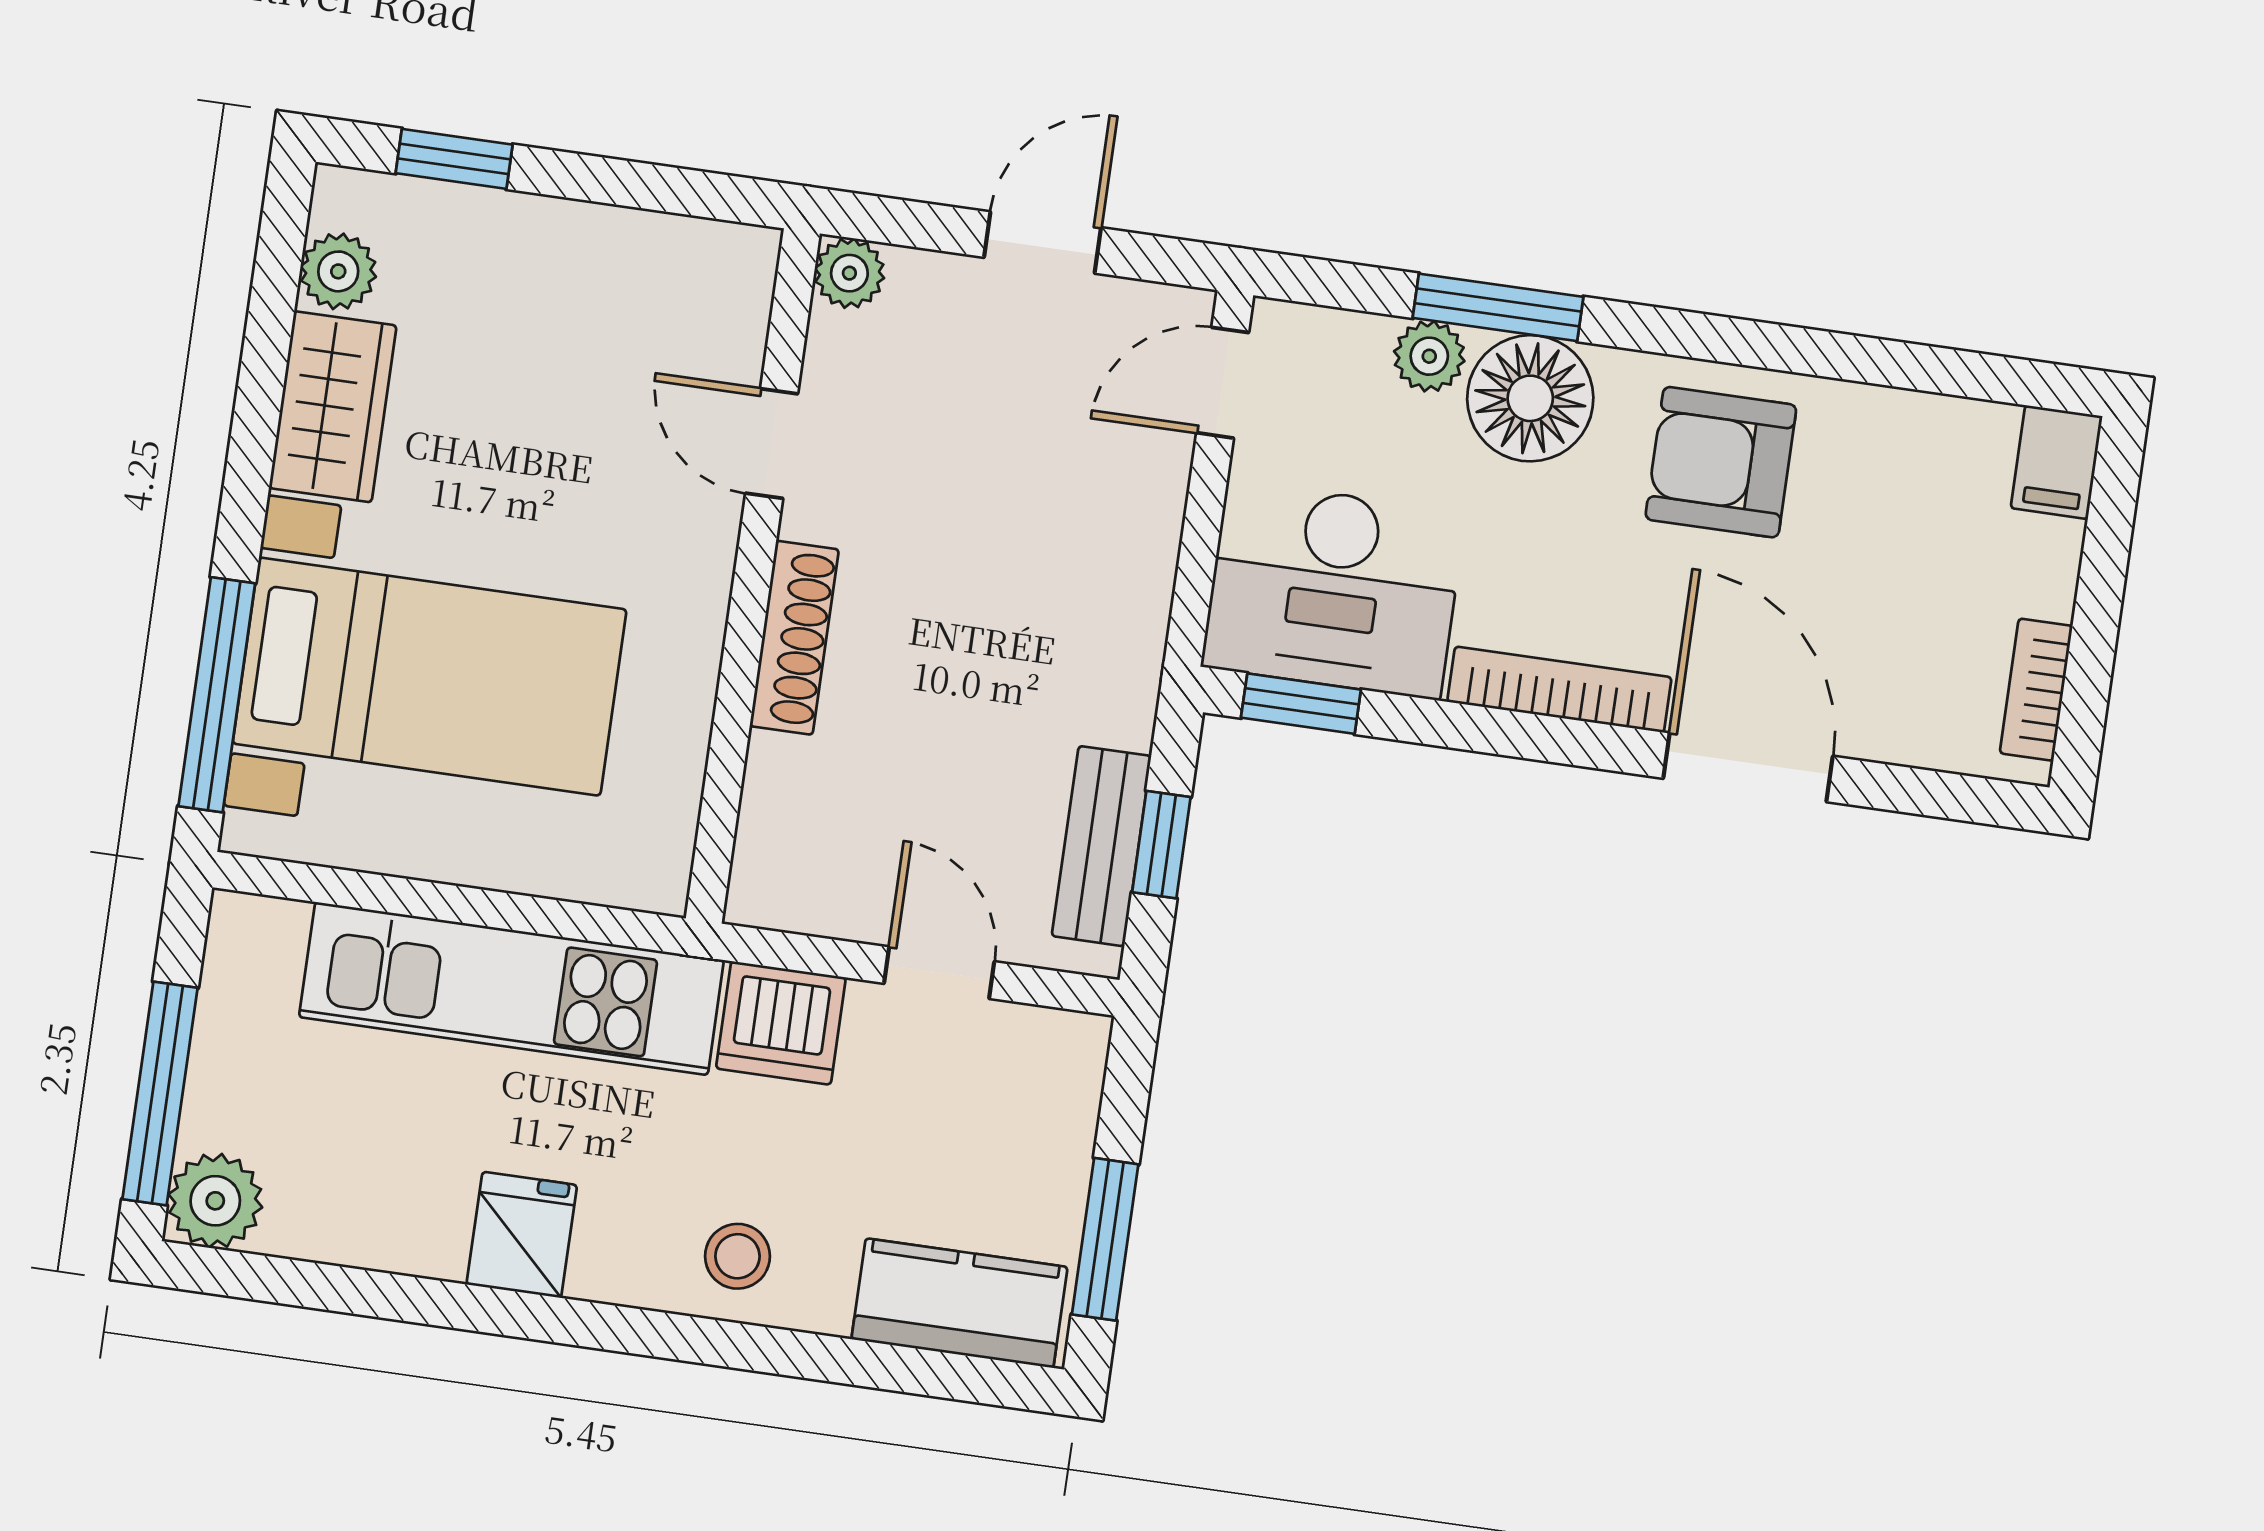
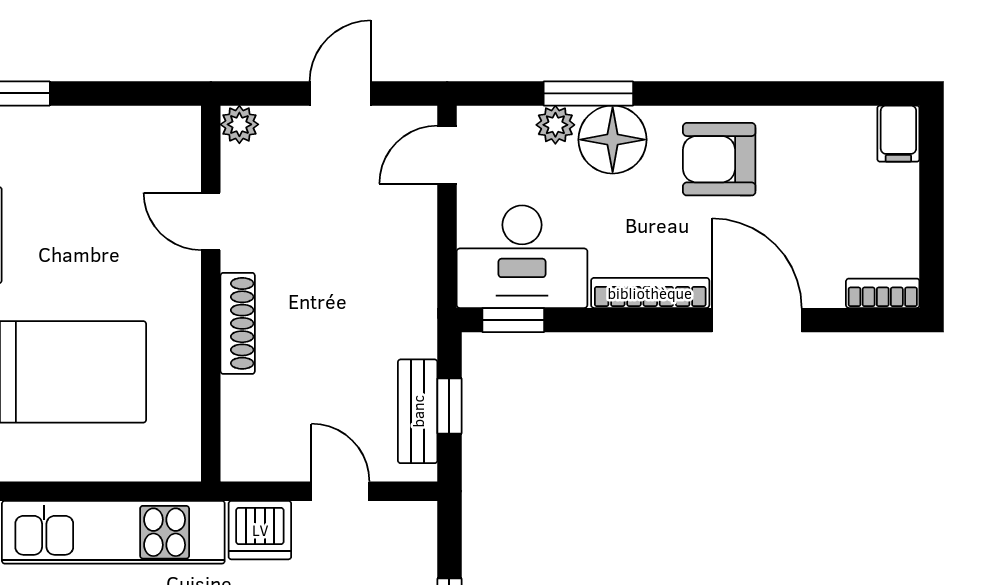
bookcase: (2036, 690) -> (883, 293), moved, turned 90

